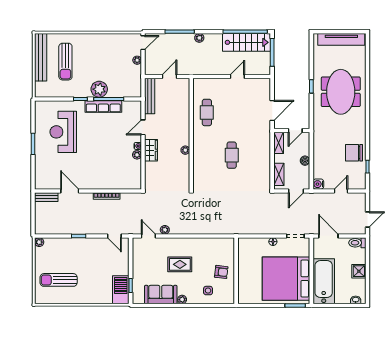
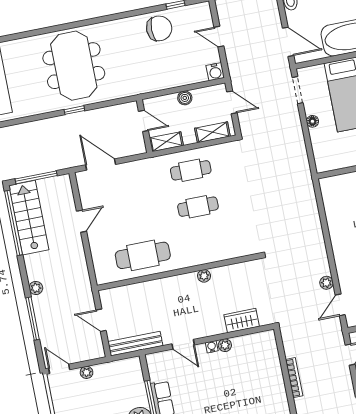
door: (237, 77) -> (81, 221), swing flipped
meeting table: (341, 92) -> (74, 66), turned 90
door: (272, 111) -> (101, 165), moved
cafe table: (207, 112) -> (143, 255), width x1.37, depth x1.35
wardrobe: (151, 150) -> (242, 321), moved
chair: (354, 153) -> (159, 28), turned -90
cafe table: (257, 155) -> (191, 170), added
door: (328, 236) -> (288, 42), swing flipped

